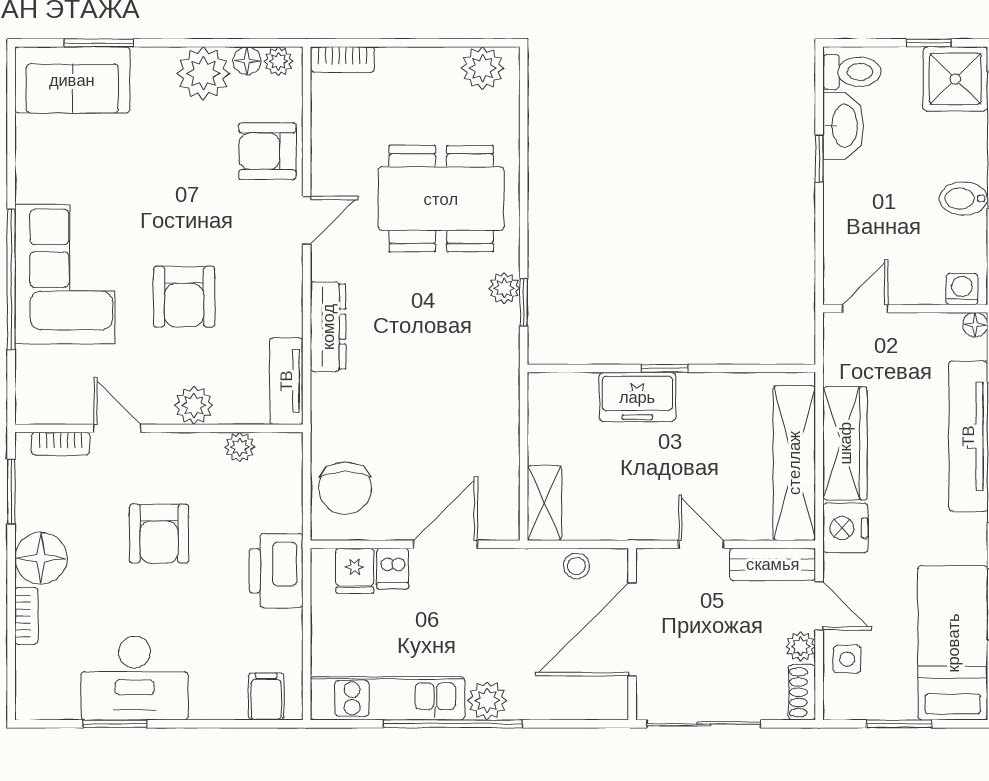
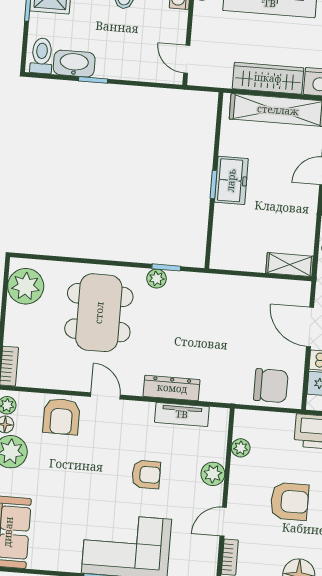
plant: (482, 68) -> (26, 286), width x1.36, depth x1.36
armchair: (184, 297) -> (146, 474), width x0.72, depth x0.72
tv unit: (286, 381) -> (182, 414), moved
freezer: (637, 397) -> (231, 180), moved

